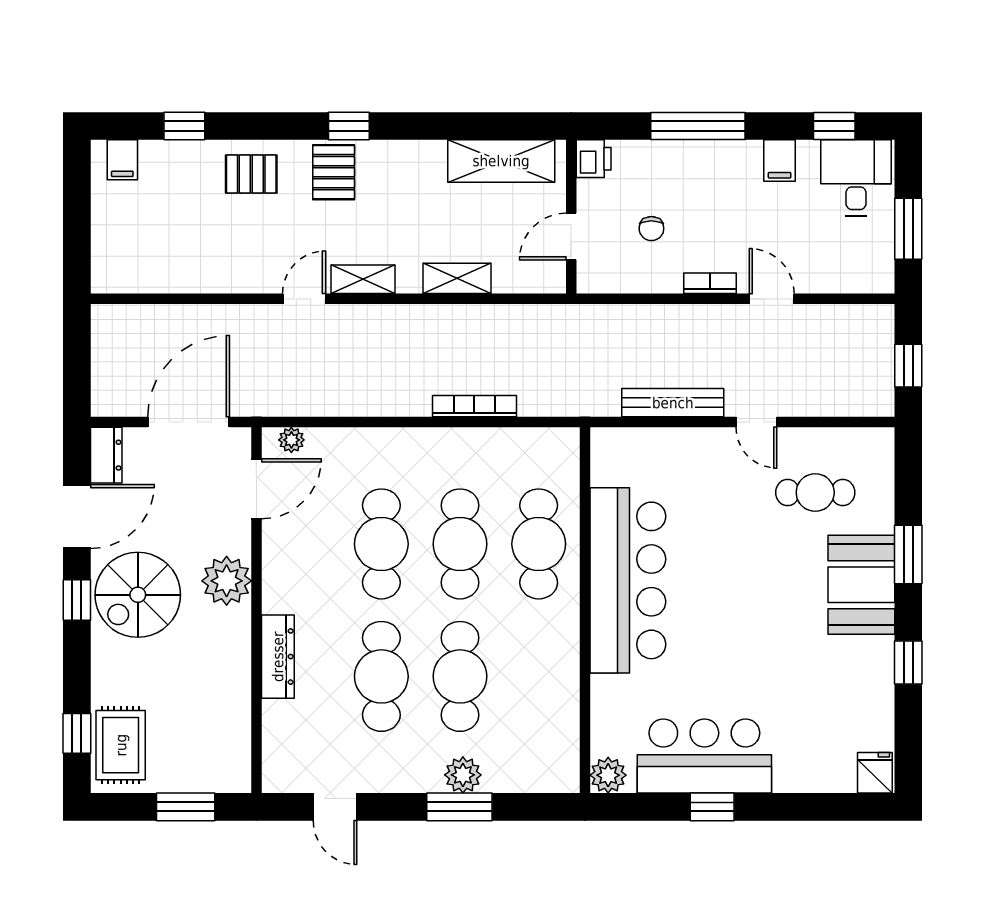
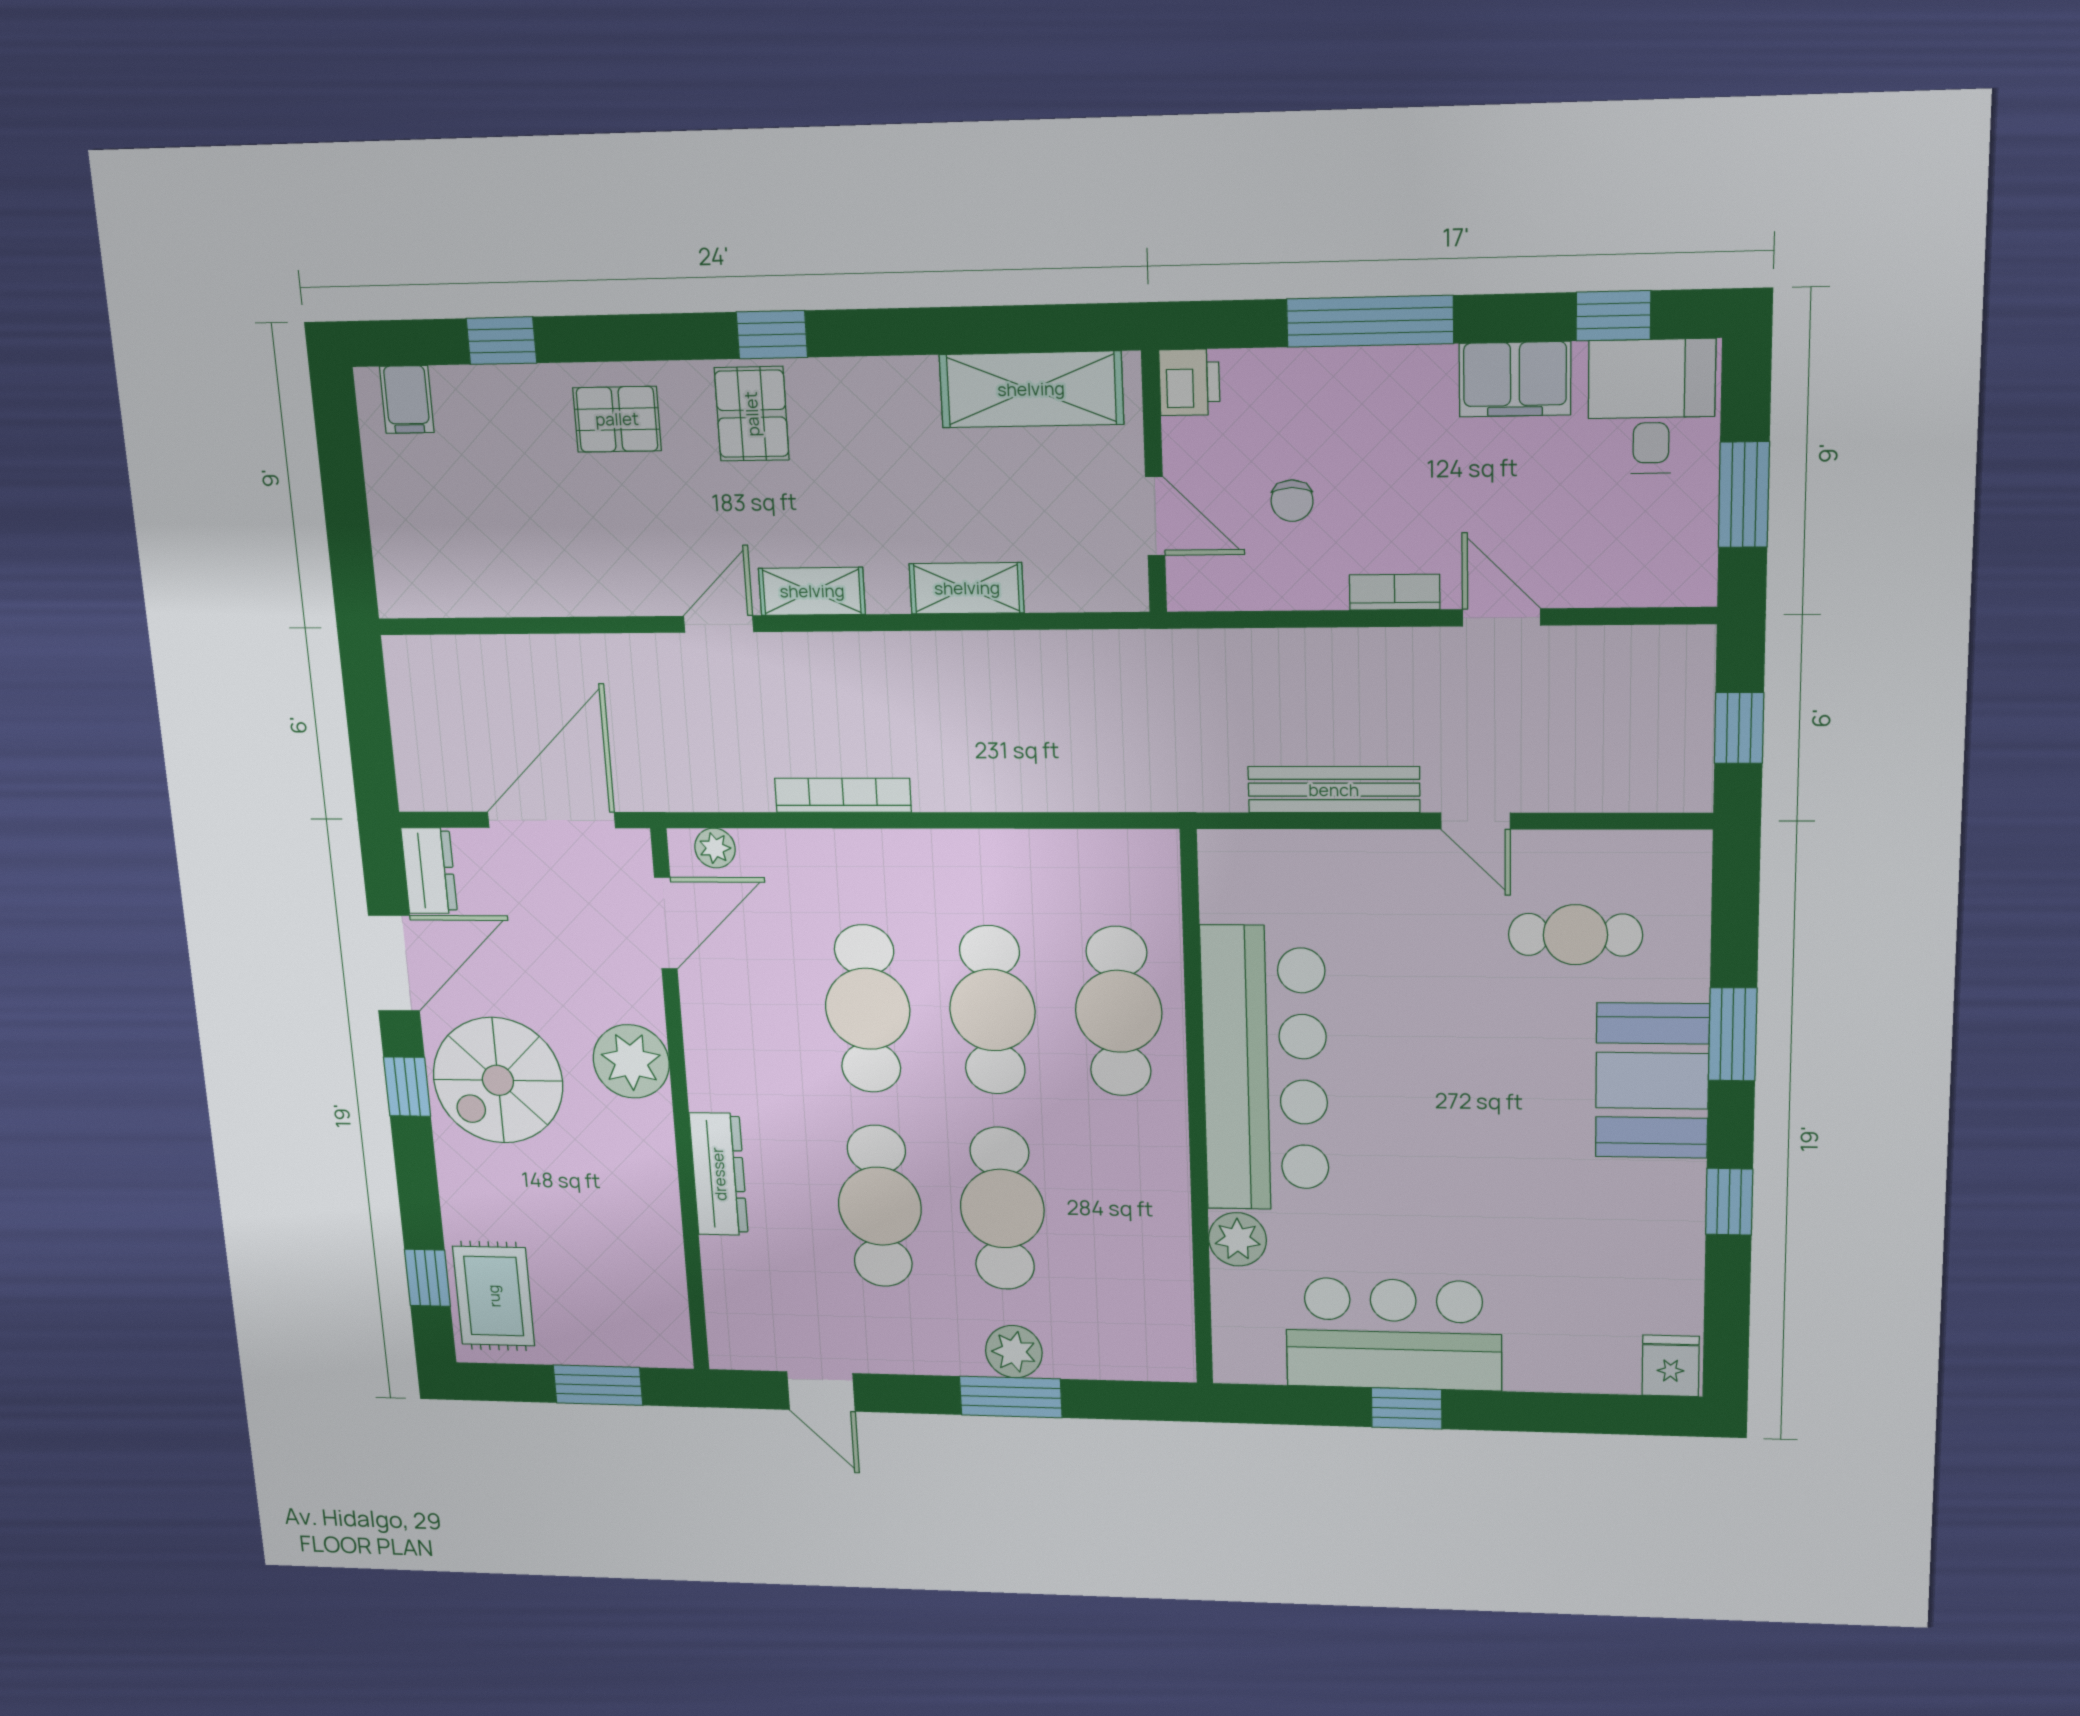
filing cabinet: (780, 161) -> (1515, 379), width x2.00
door: (571, 237) -> (1155, 516), swing flipped
bookcase: (474, 406) -> (843, 795), moved
plant: (608, 775) -> (1238, 1239), moved

